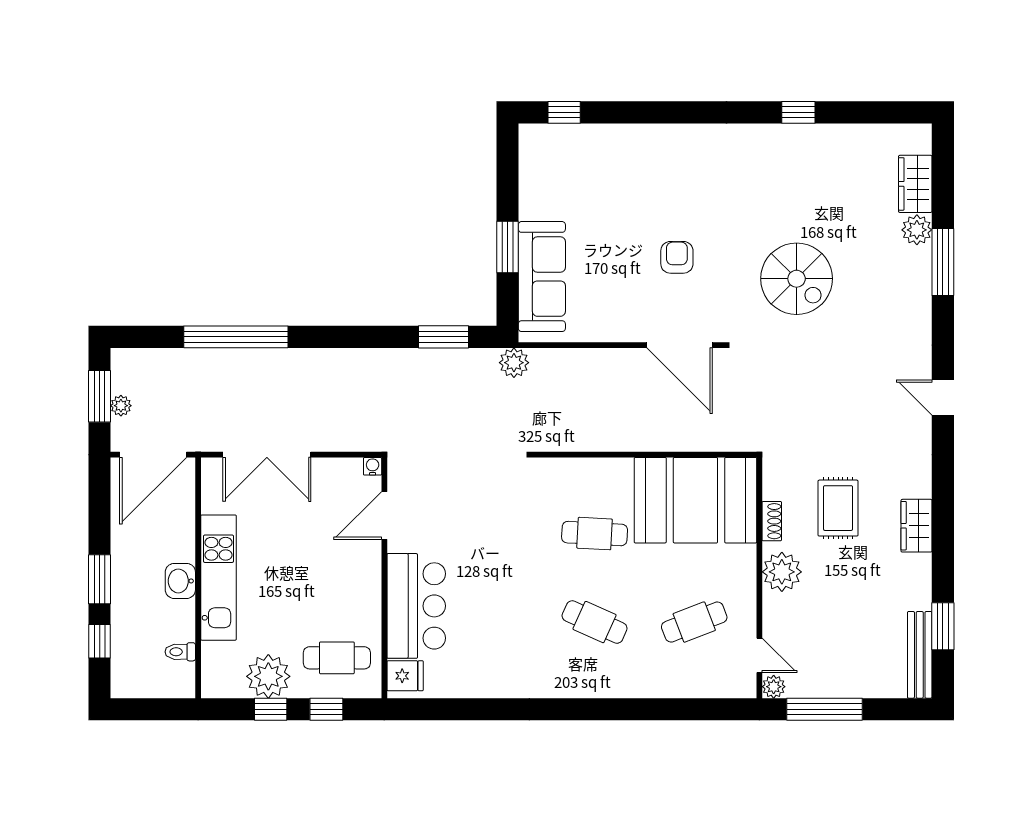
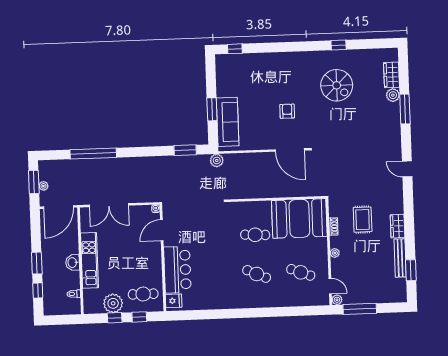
spiral stairs: (797, 279) -> (337, 85), moved
plant: (782, 572) -> (335, 253), width x0.53, depth x0.53
cafe table: (694, 622) -> (301, 272), turned 42
bench: (920, 655) -> (400, 258), moved

